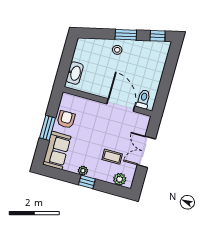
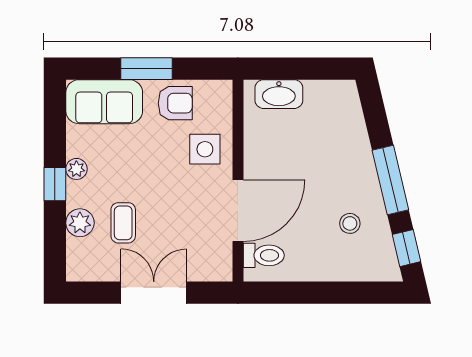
window: (126, 35) -> (390, 180), width x1.44
stool: (117, 50) -> (350, 223), moved
side table: (90, 112) -> (205, 149), added
plant: (120, 179) -> (80, 223), moved

